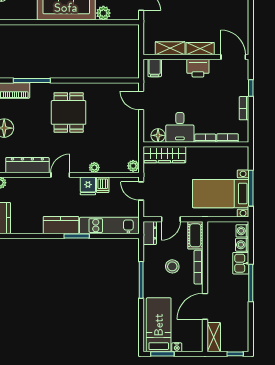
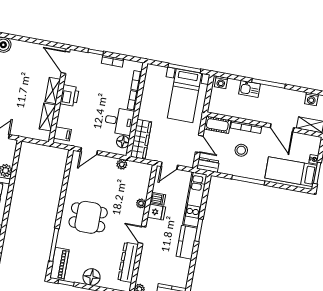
door: (233, 57) -> (65, 62), hinge flipped
plant: (133, 166) -> (122, 164), moved
washing machine: (242, 245) -> (311, 99), moved

